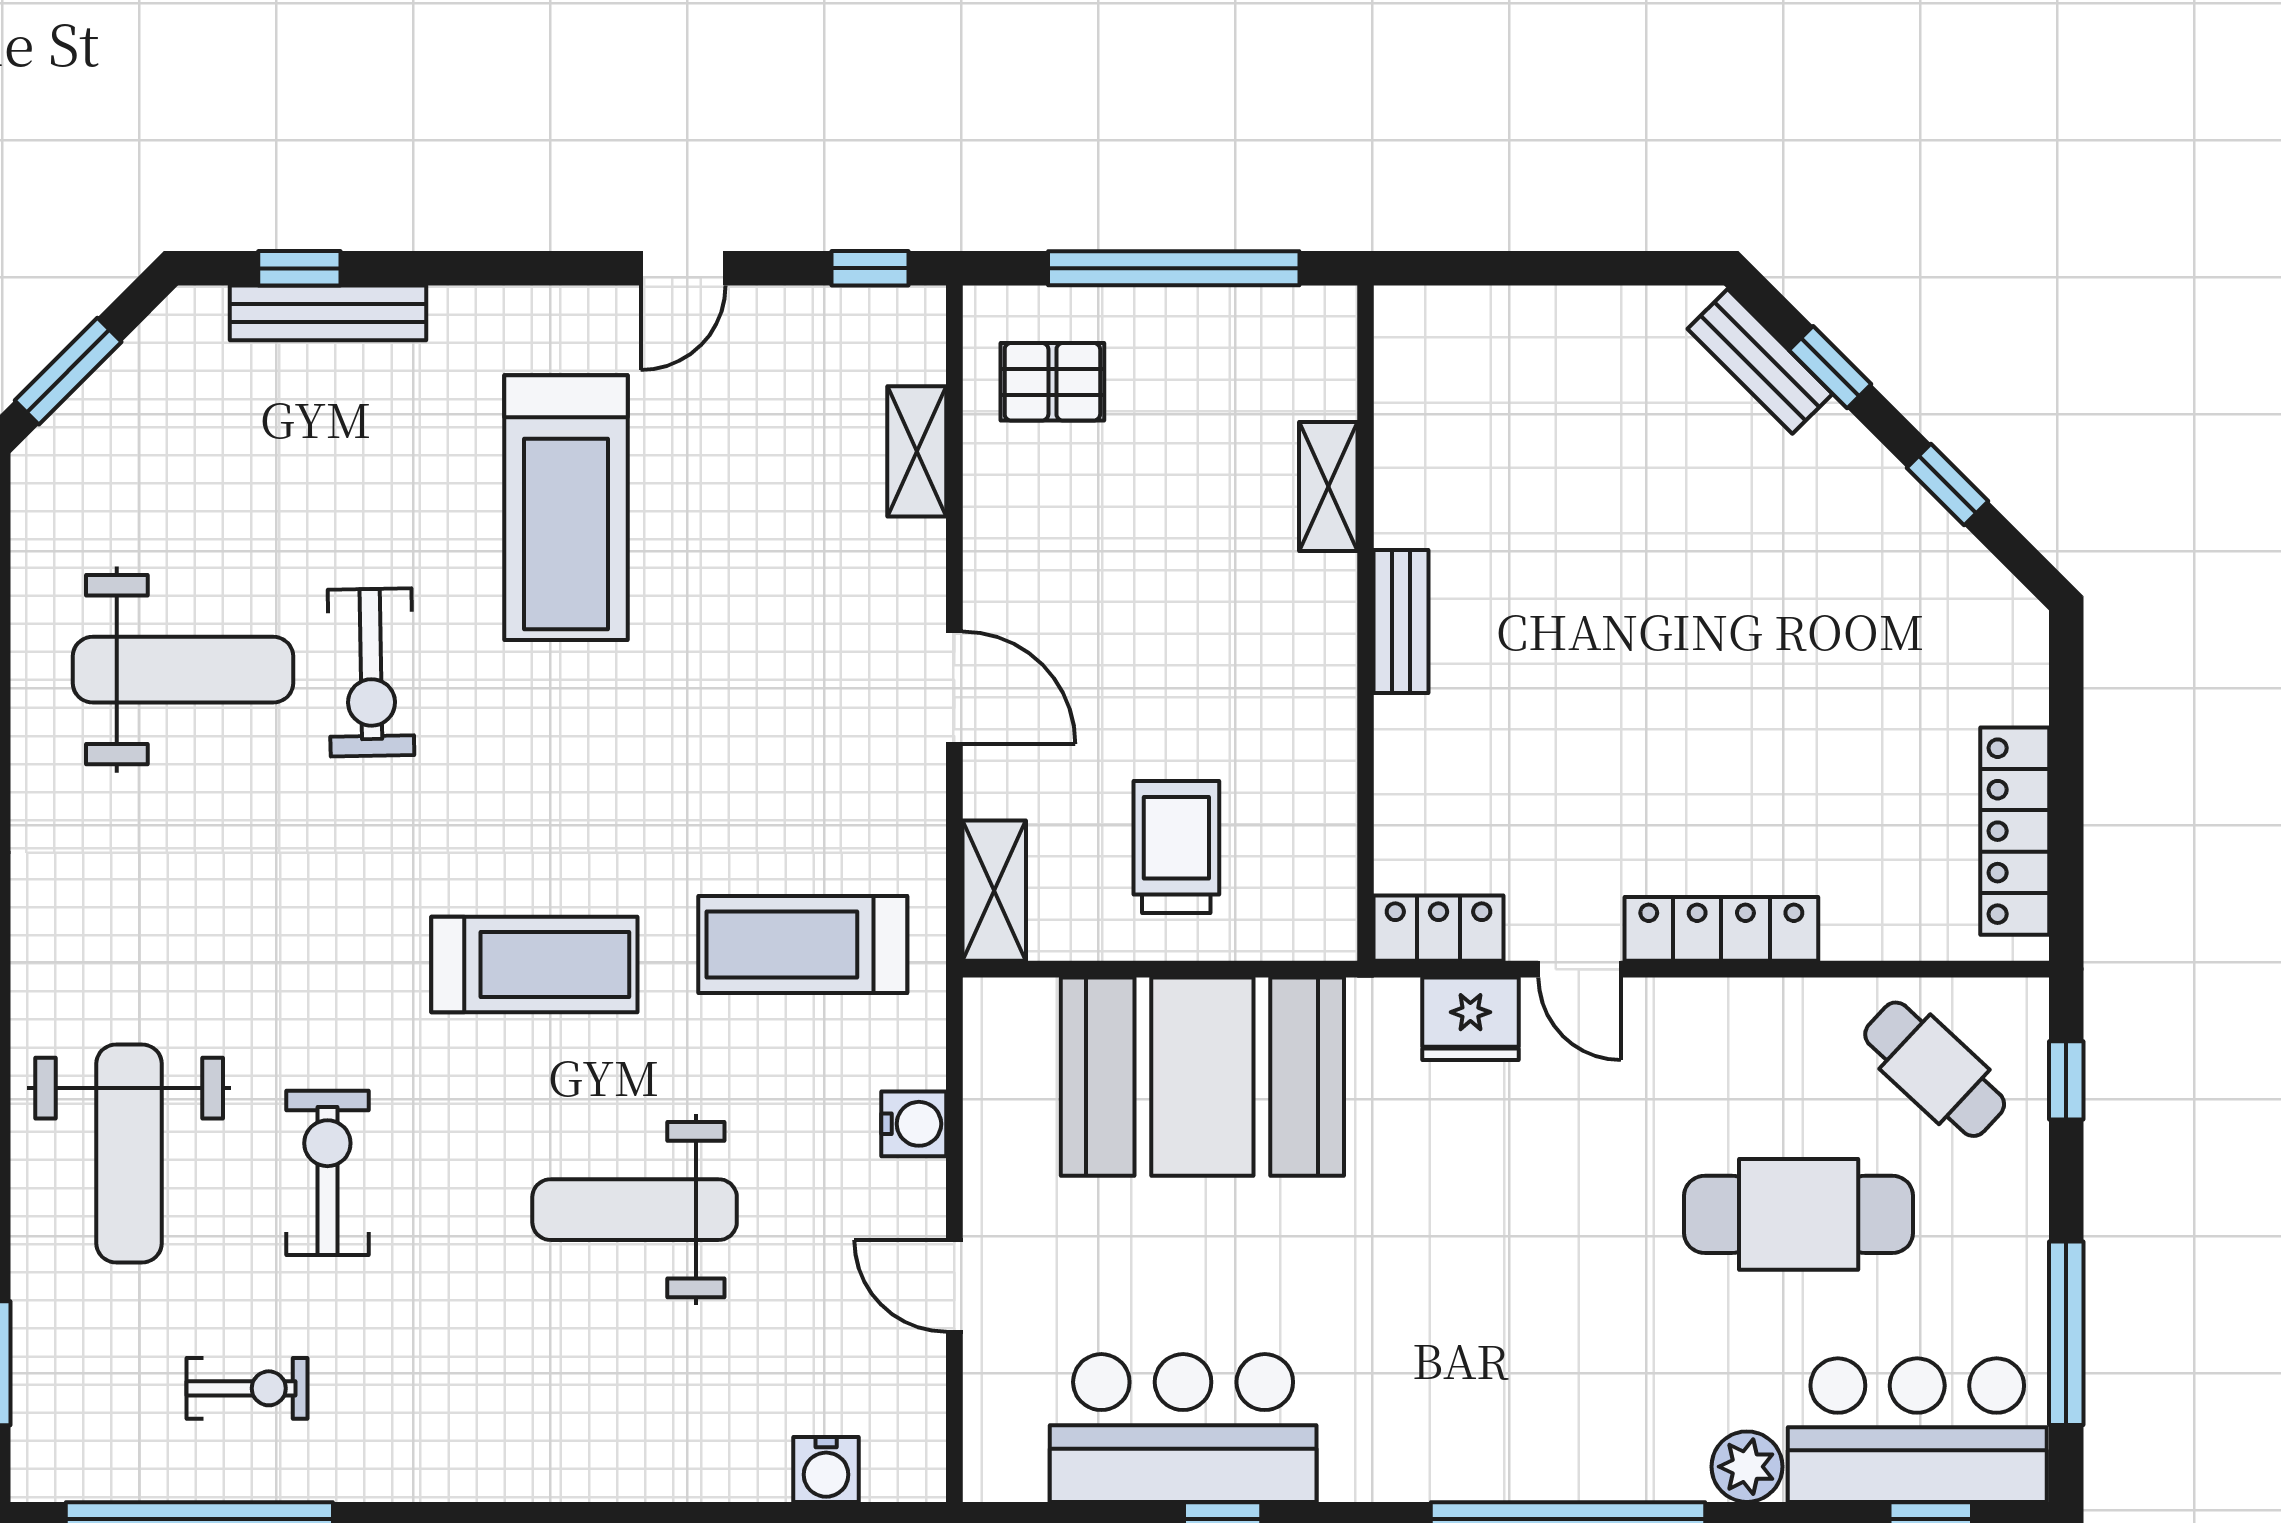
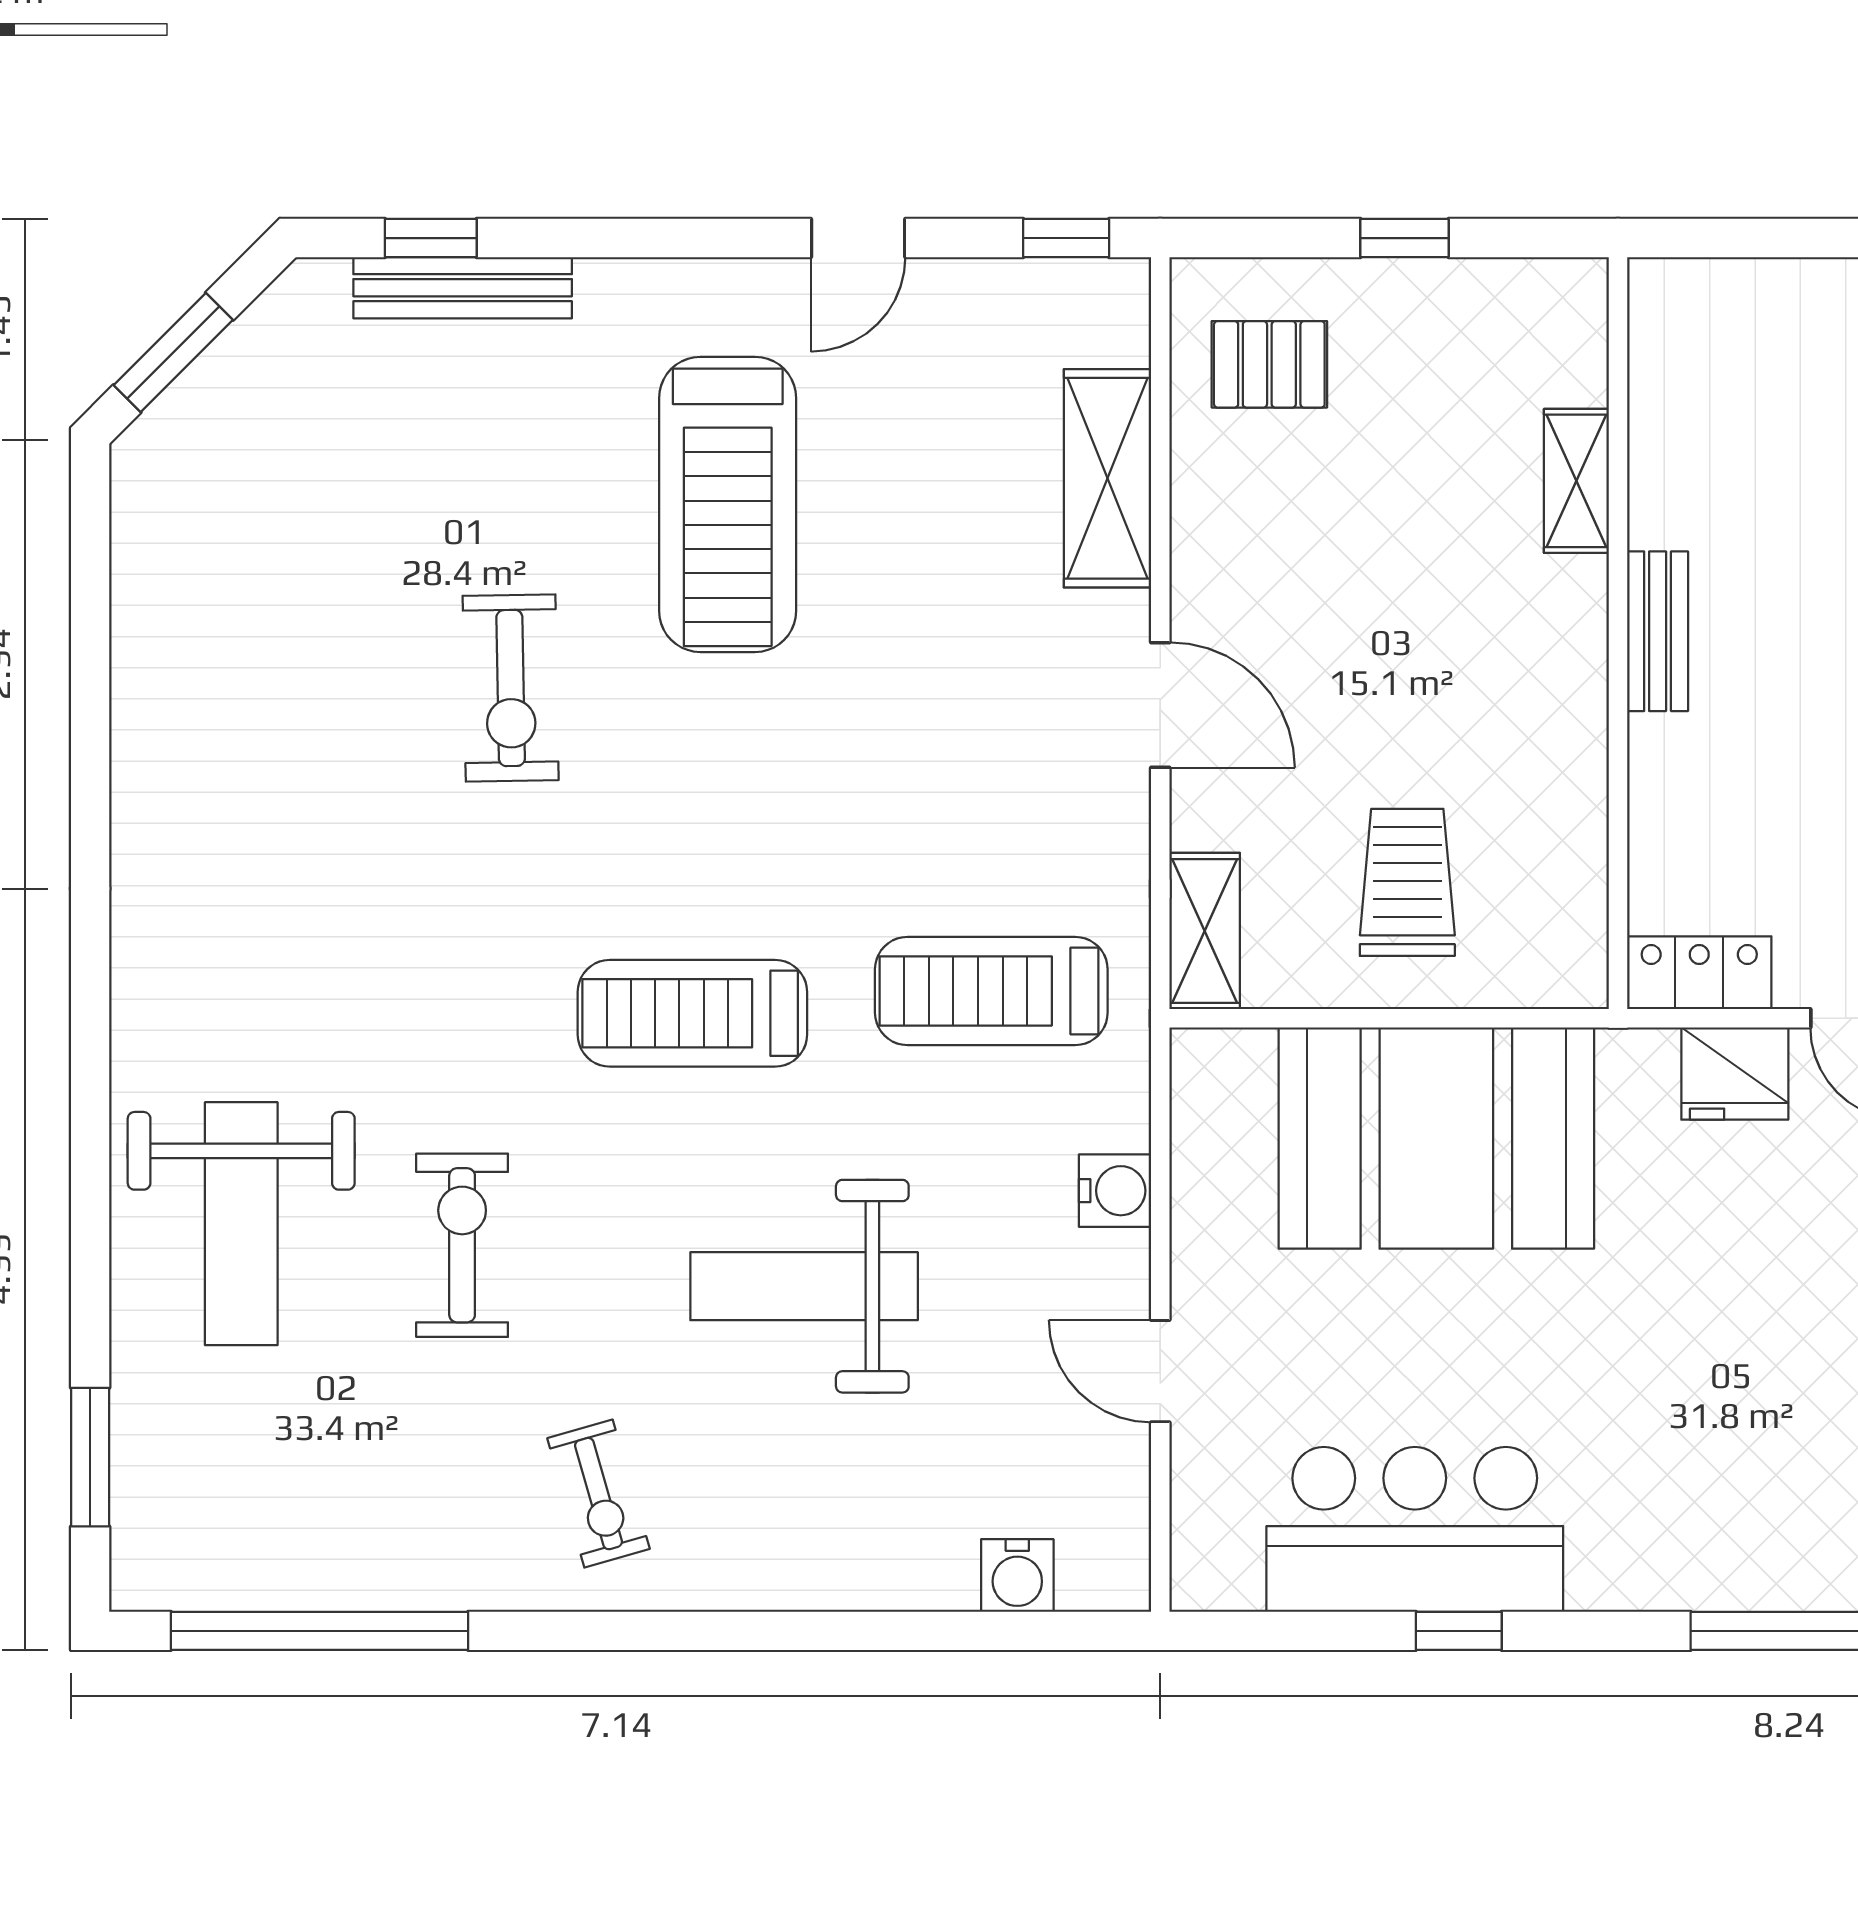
window: (1174, 268) -> (1404, 238), width x0.32
shelving: (917, 451) -> (1107, 478), width x1.50, depth x1.33
weight bench: (183, 670) -> (301, 685), removed
treadmill: (534, 965) -> (692, 1013), turned 180
exercise bike: (247, 1388) -> (599, 1494), moved, turned 74

